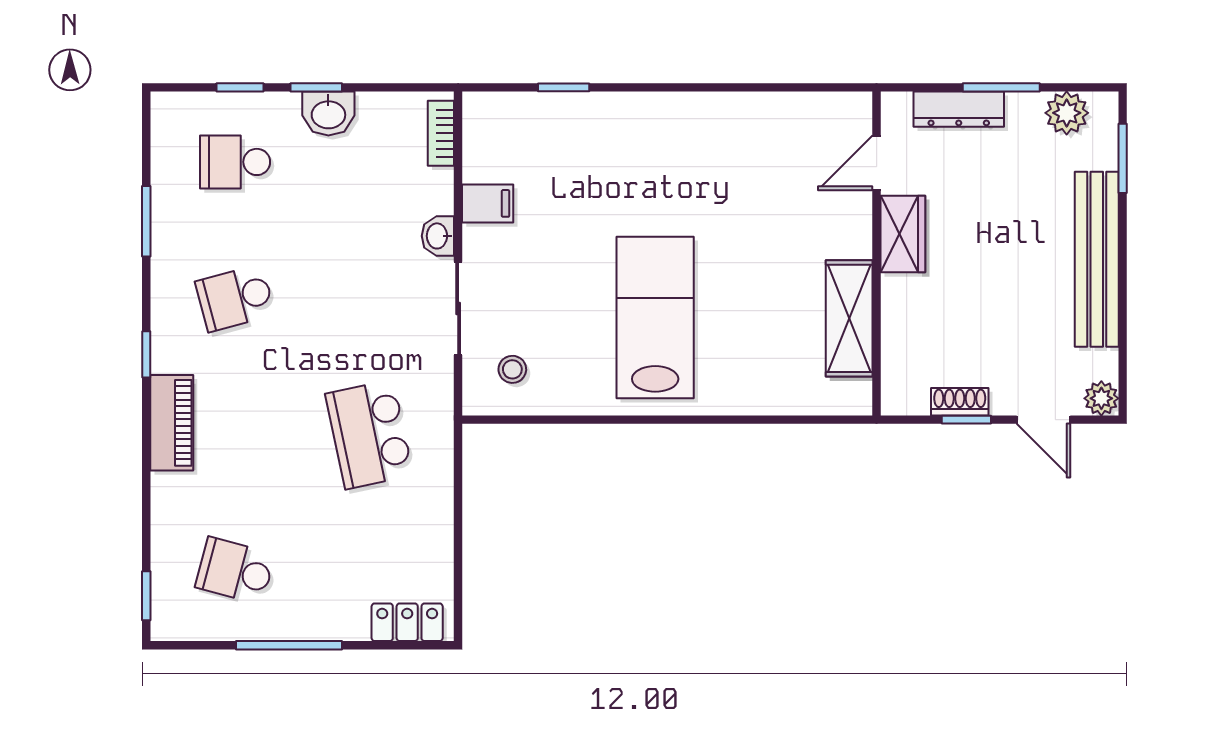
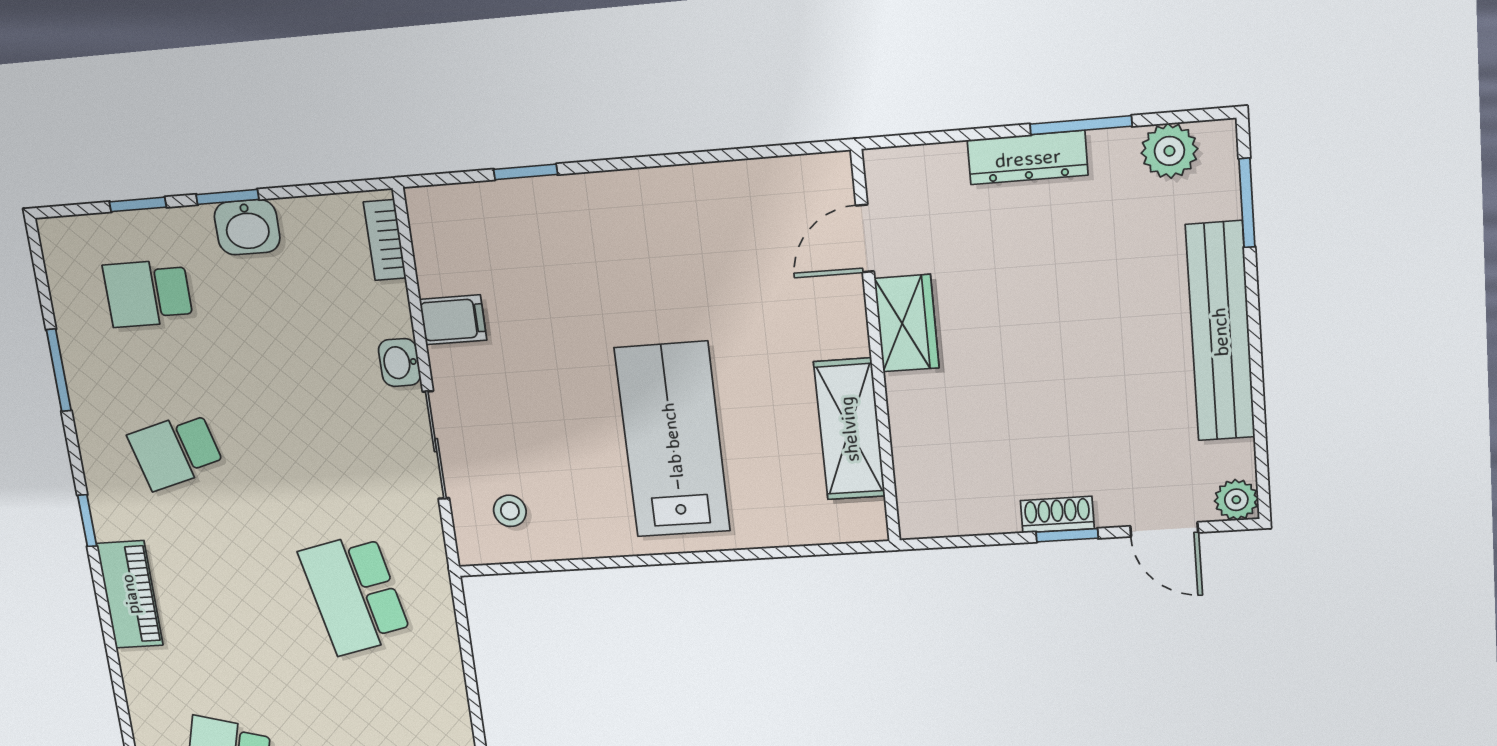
door: (877, 163) -> (865, 238), moved
wardrobe: (903, 234) -> (907, 323), moved
wall: (877, 253) -> (876, 349), moved
shelving: (849, 318) -> (849, 429), moved

